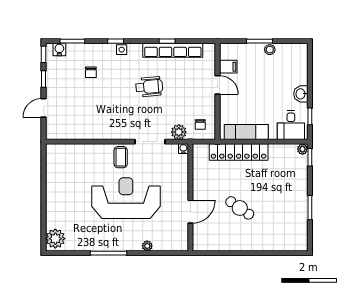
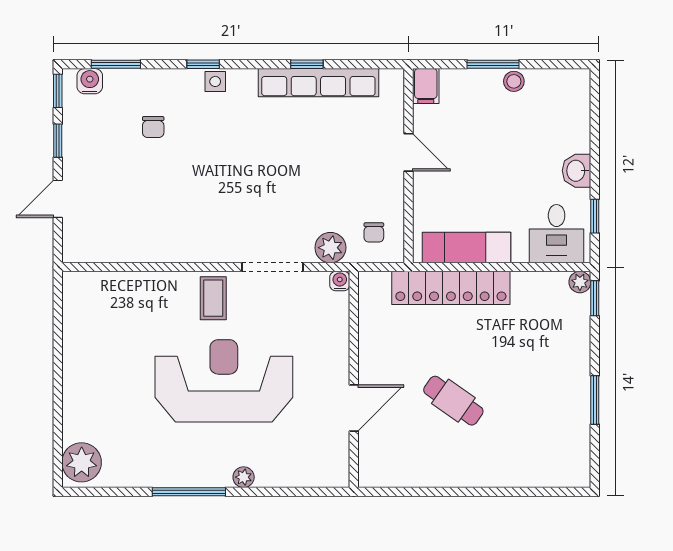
filing cabinet: (228, 67) -> (426, 86), moved, turned 90
wheelchair: (149, 87) -> (271, 156), removed
plant: (147, 246) -> (244, 477), moved

